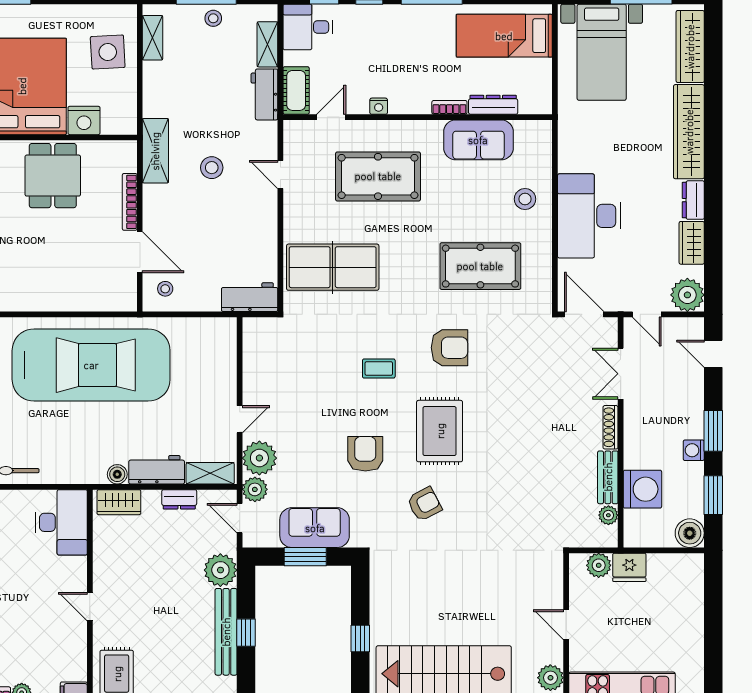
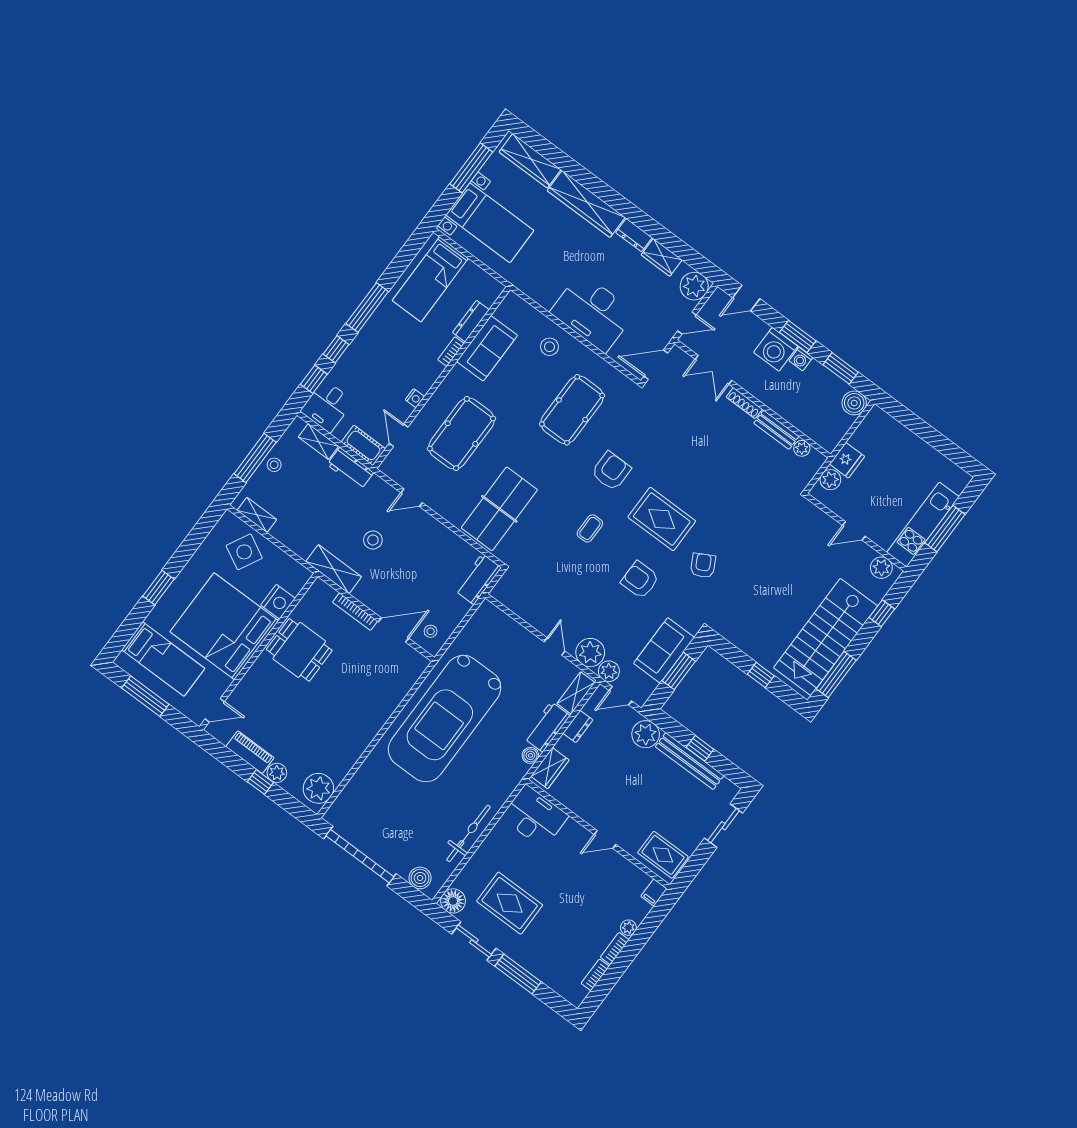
side table: (108, 52) -> (244, 552), turned 31
car: (91, 365) -> (445, 719), turned 180
washing machine: (642, 489) -> (776, 349), moved, turned 180

